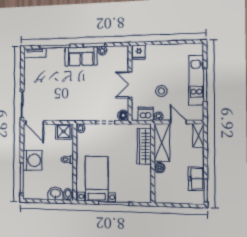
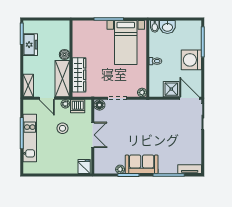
shower: (64, 132) -> (171, 89), moved

